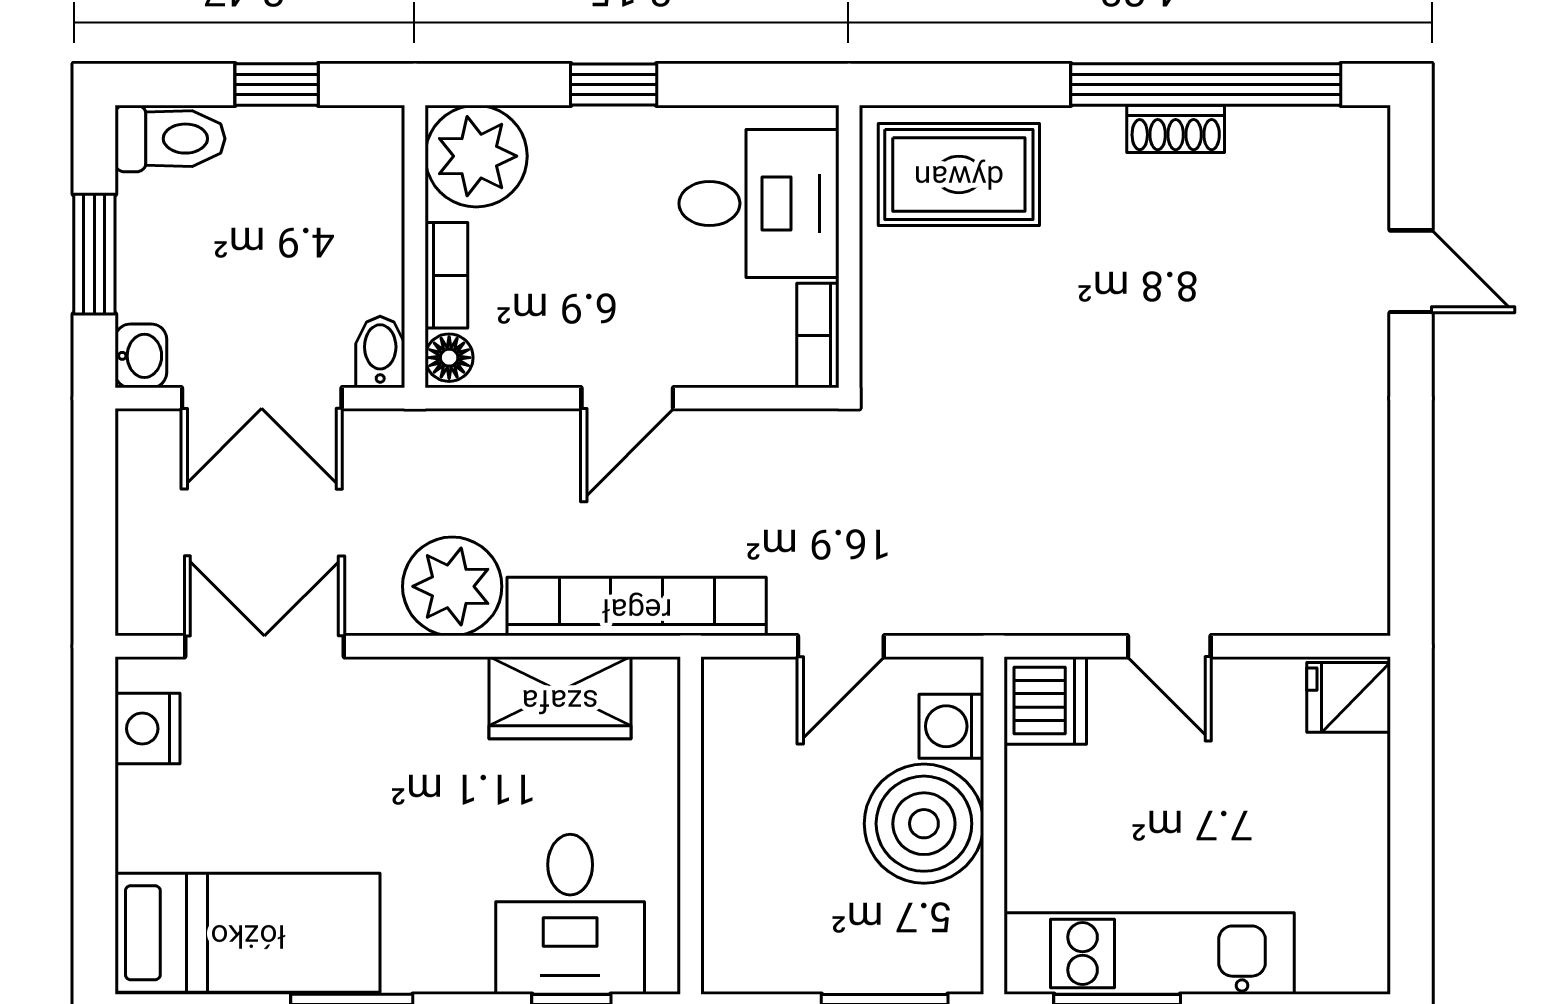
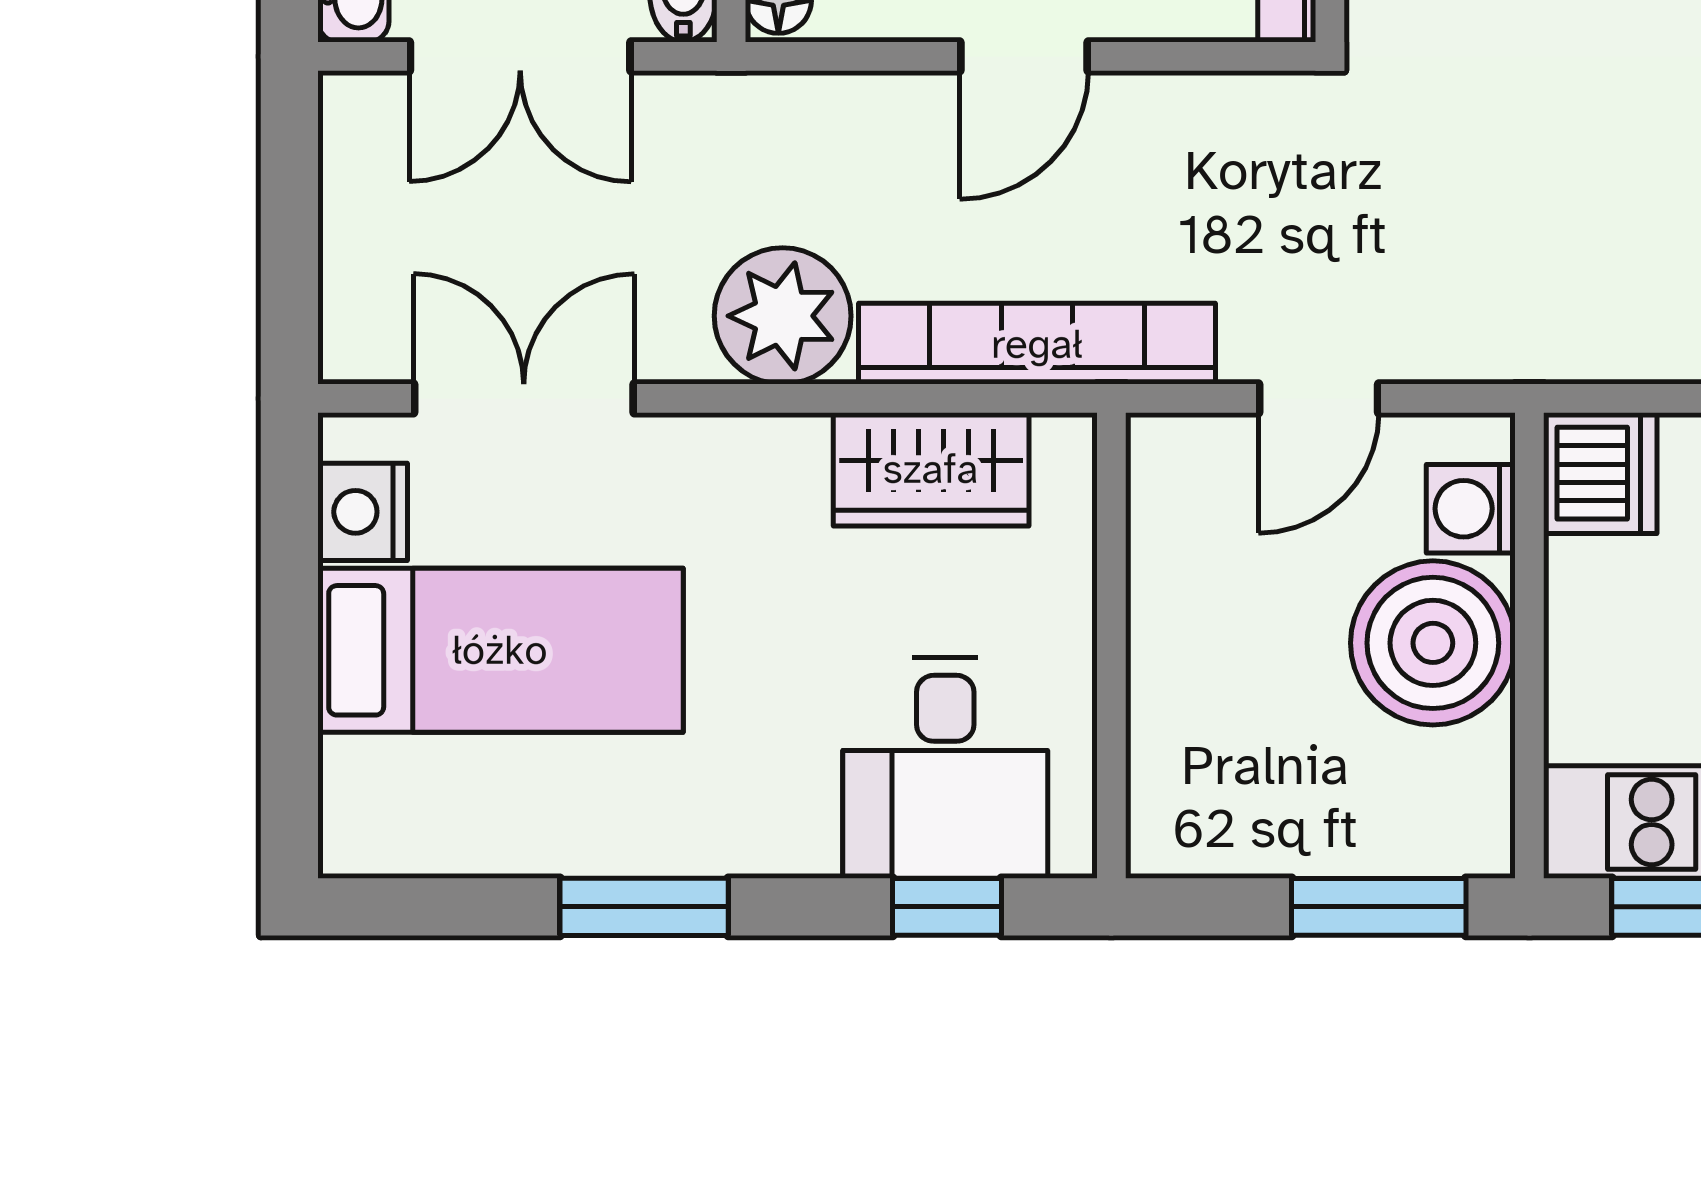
bed: (248, 933) -> (500, 650), moved

